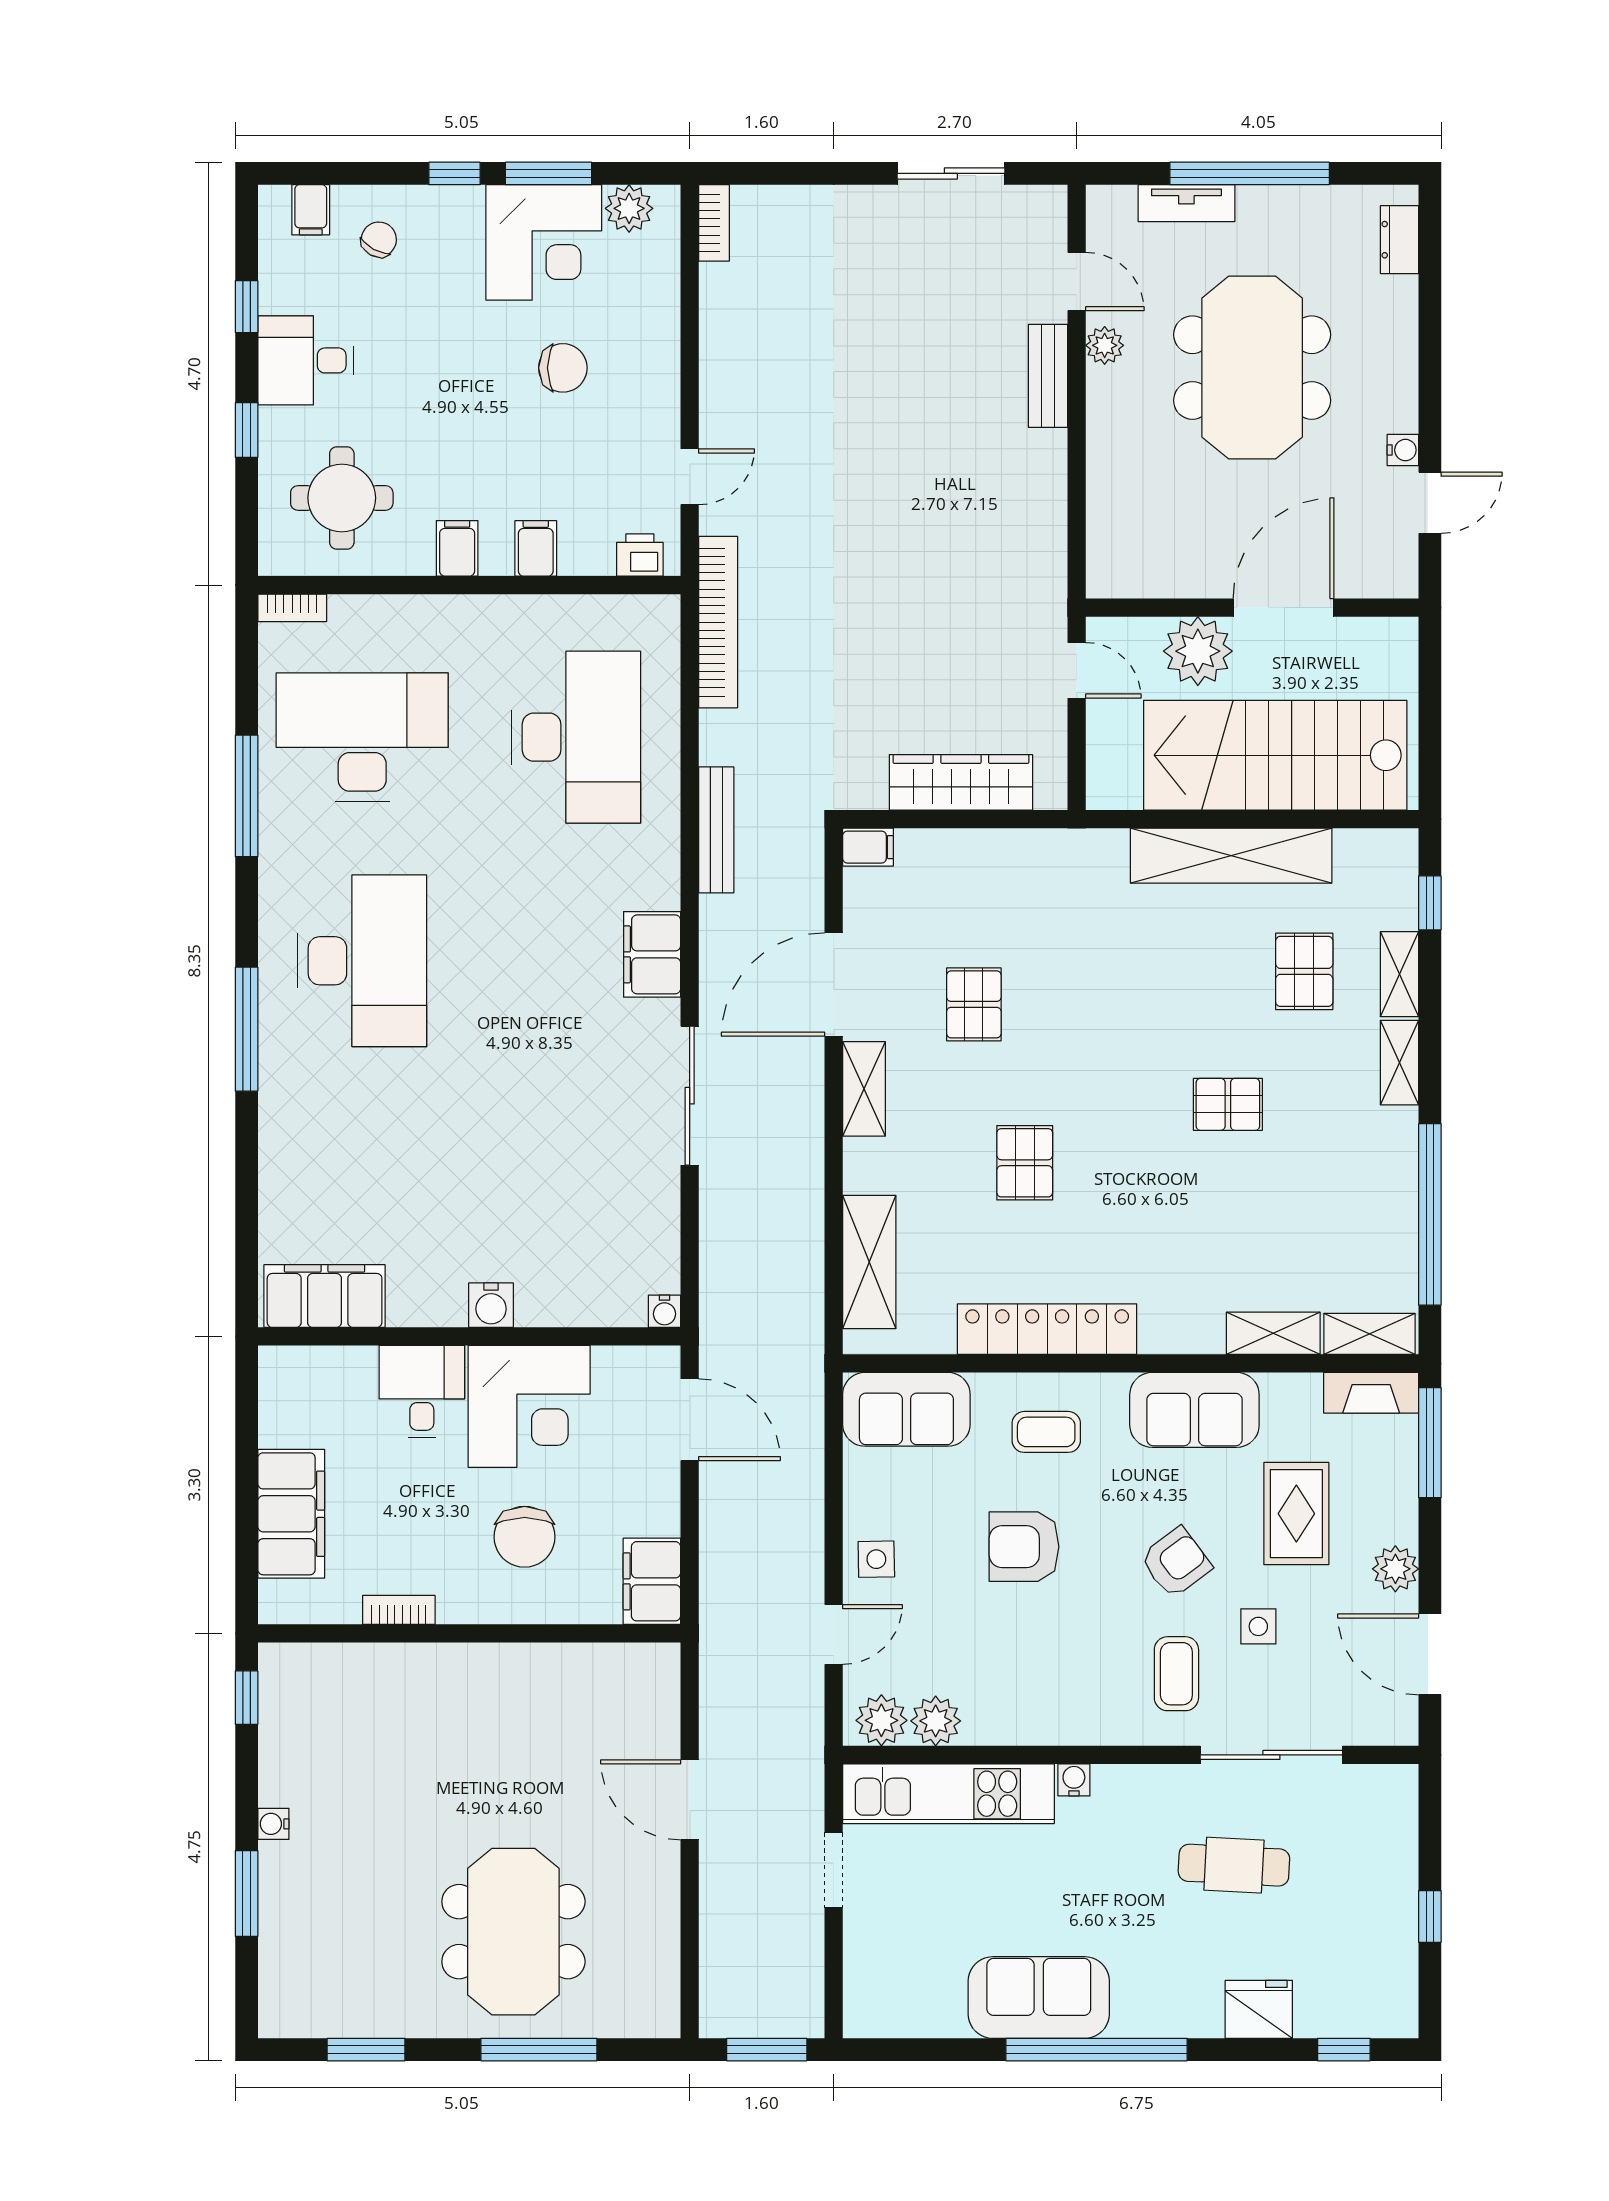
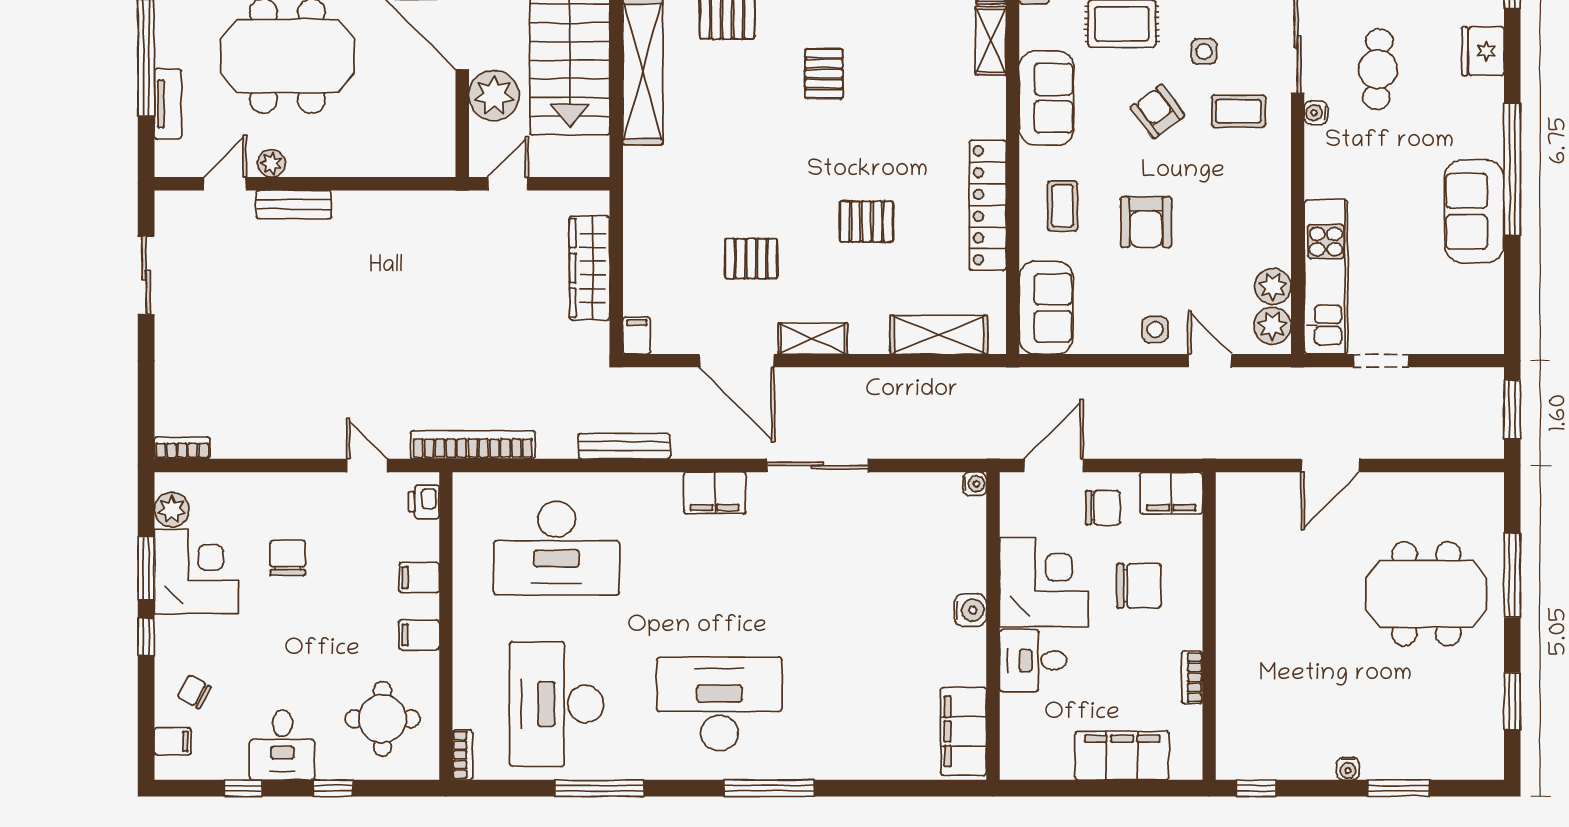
desk: (576, 737) -> (557, 548), turned 180
chair: (632, 1487) -> (1103, 508), added
water cooler: (1074, 1780) -> (1316, 113), moved

